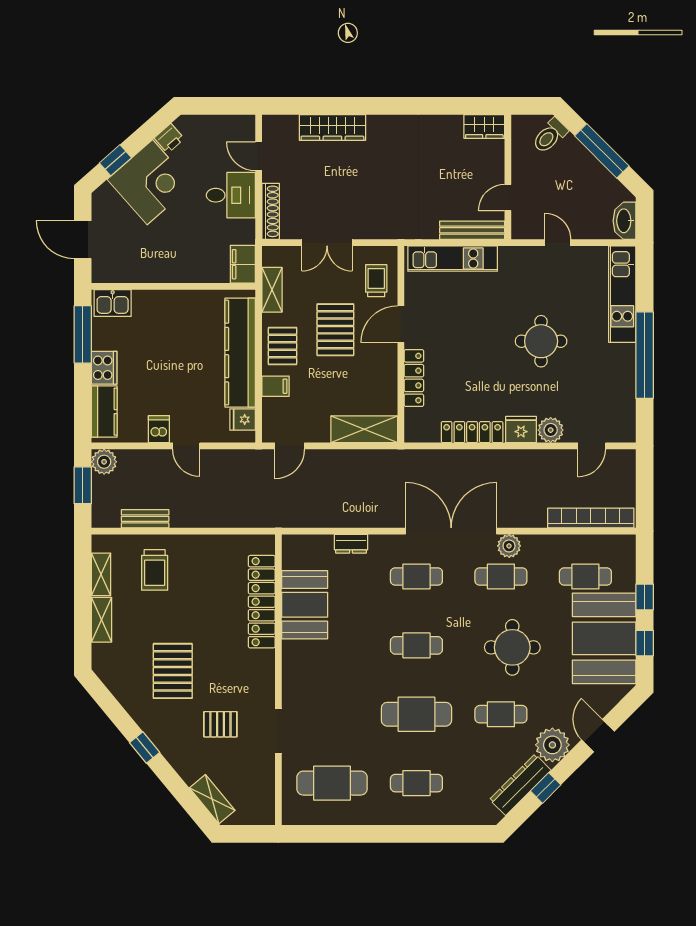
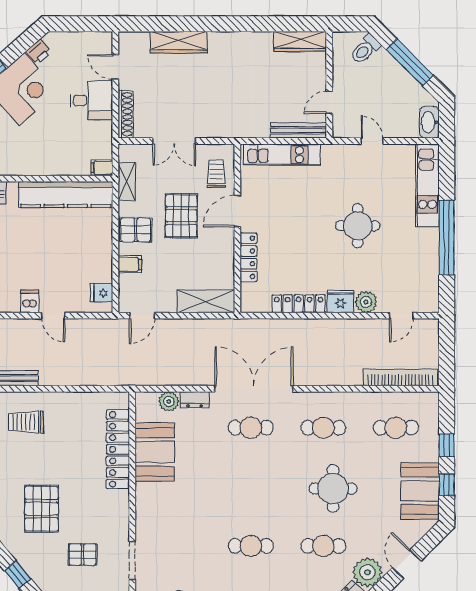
wardrobe: (484, 127) -> (300, 41), width x1.50
filing cabinet: (243, 264) -> (102, 168), width x0.50
pallet: (282, 346) -> (136, 230), turned 90
kitchen counter: (240, 353) -> (66, 195), moved, turned -90
double door: (451, 531) -> (254, 389), moved
plant: (509, 546) -> (169, 401), moved
trolley: (155, 570) -> (26, 422), turned 90
booth: (604, 638) -> (420, 491), width x0.73, depth x0.70
cafe table: (416, 645) -> (251, 487), removed
cafe table: (416, 714) -> (251, 546), width x0.73, depth x0.74

